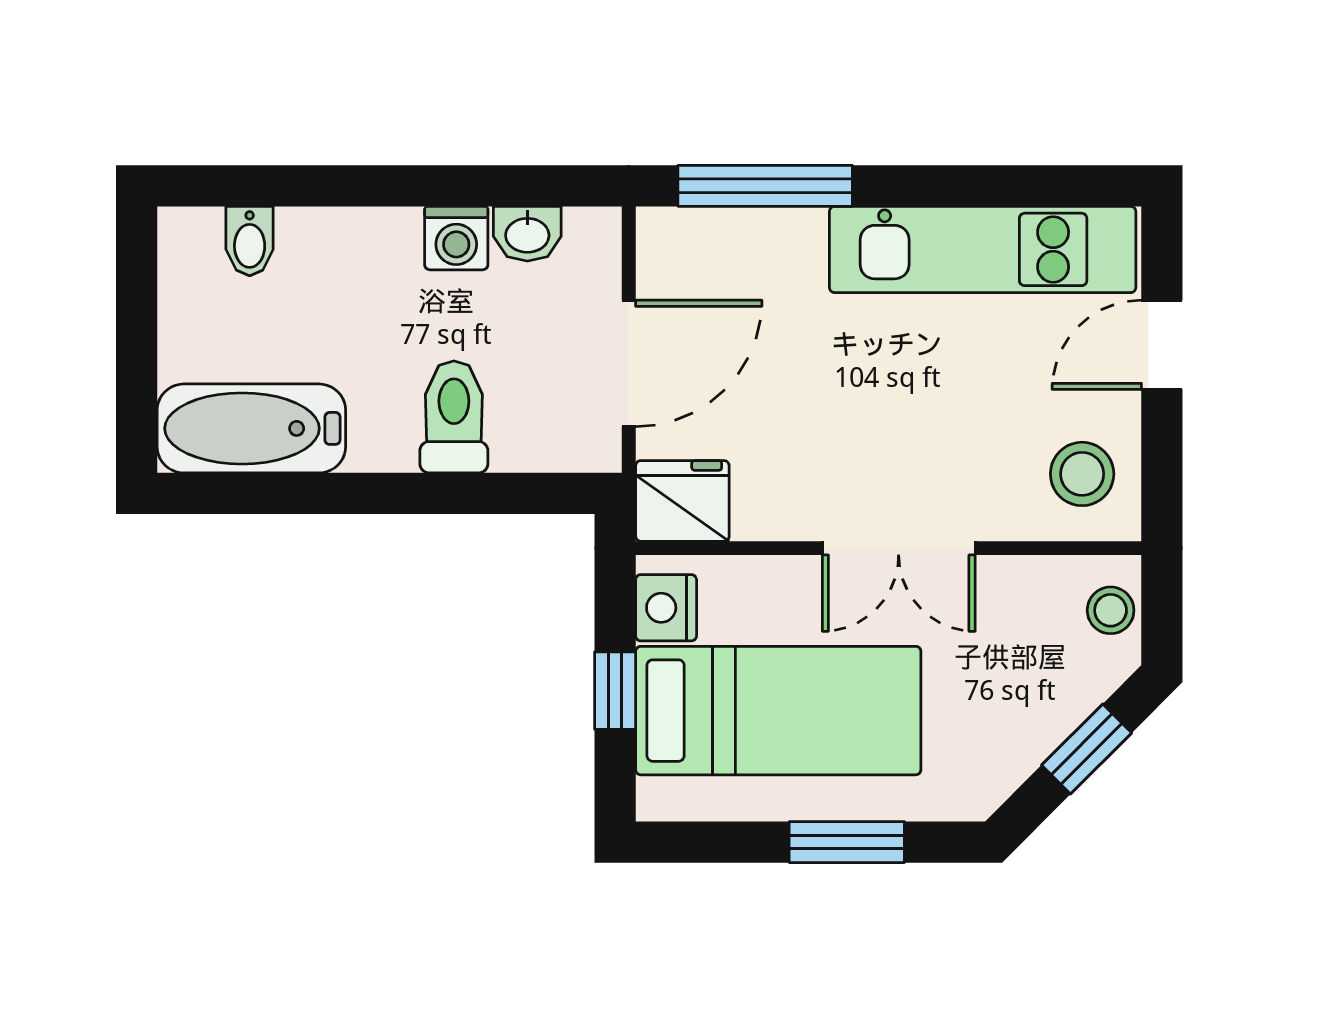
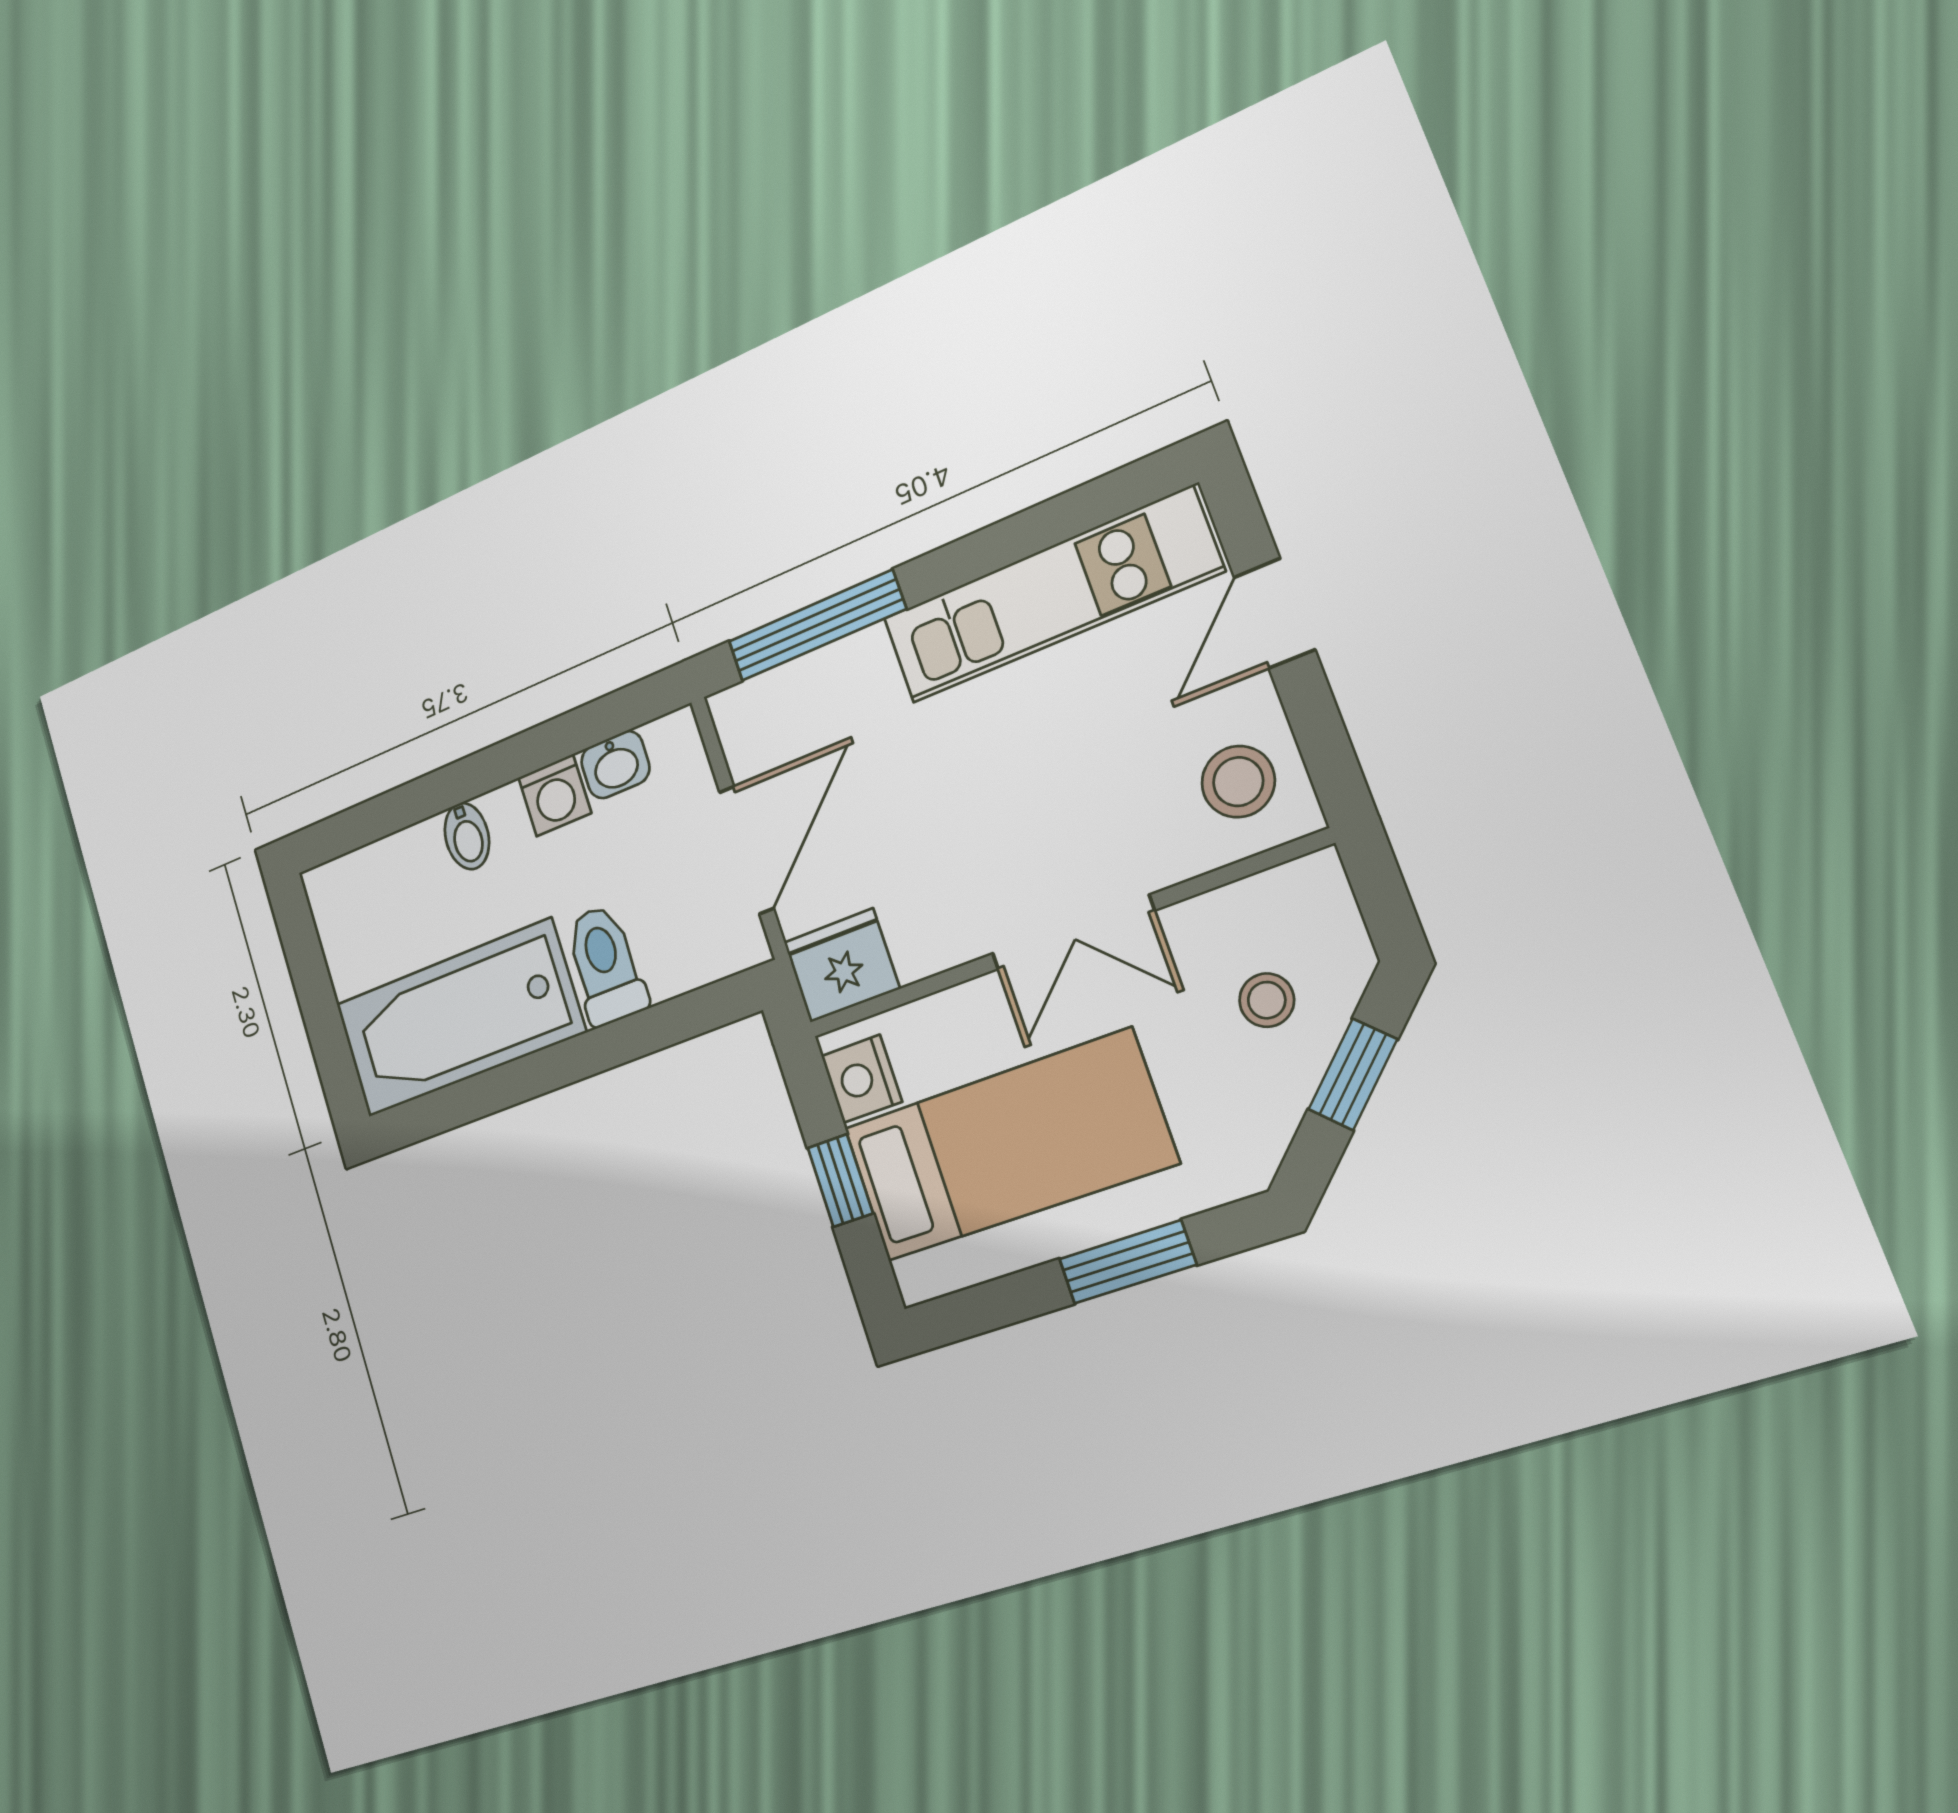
bidet: (250, 241) -> (467, 836), moved
bathtub: (251, 428) -> (459, 1018), width x1.36, depth x1.36
stool: (1111, 610) -> (1267, 1000), moved

